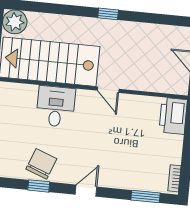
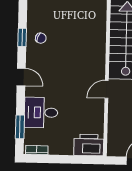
desk: (56, 106) -> (41, 112), moved, turned 180
chair: (41, 164) -> (41, 38), width x0.54, depth x0.54

